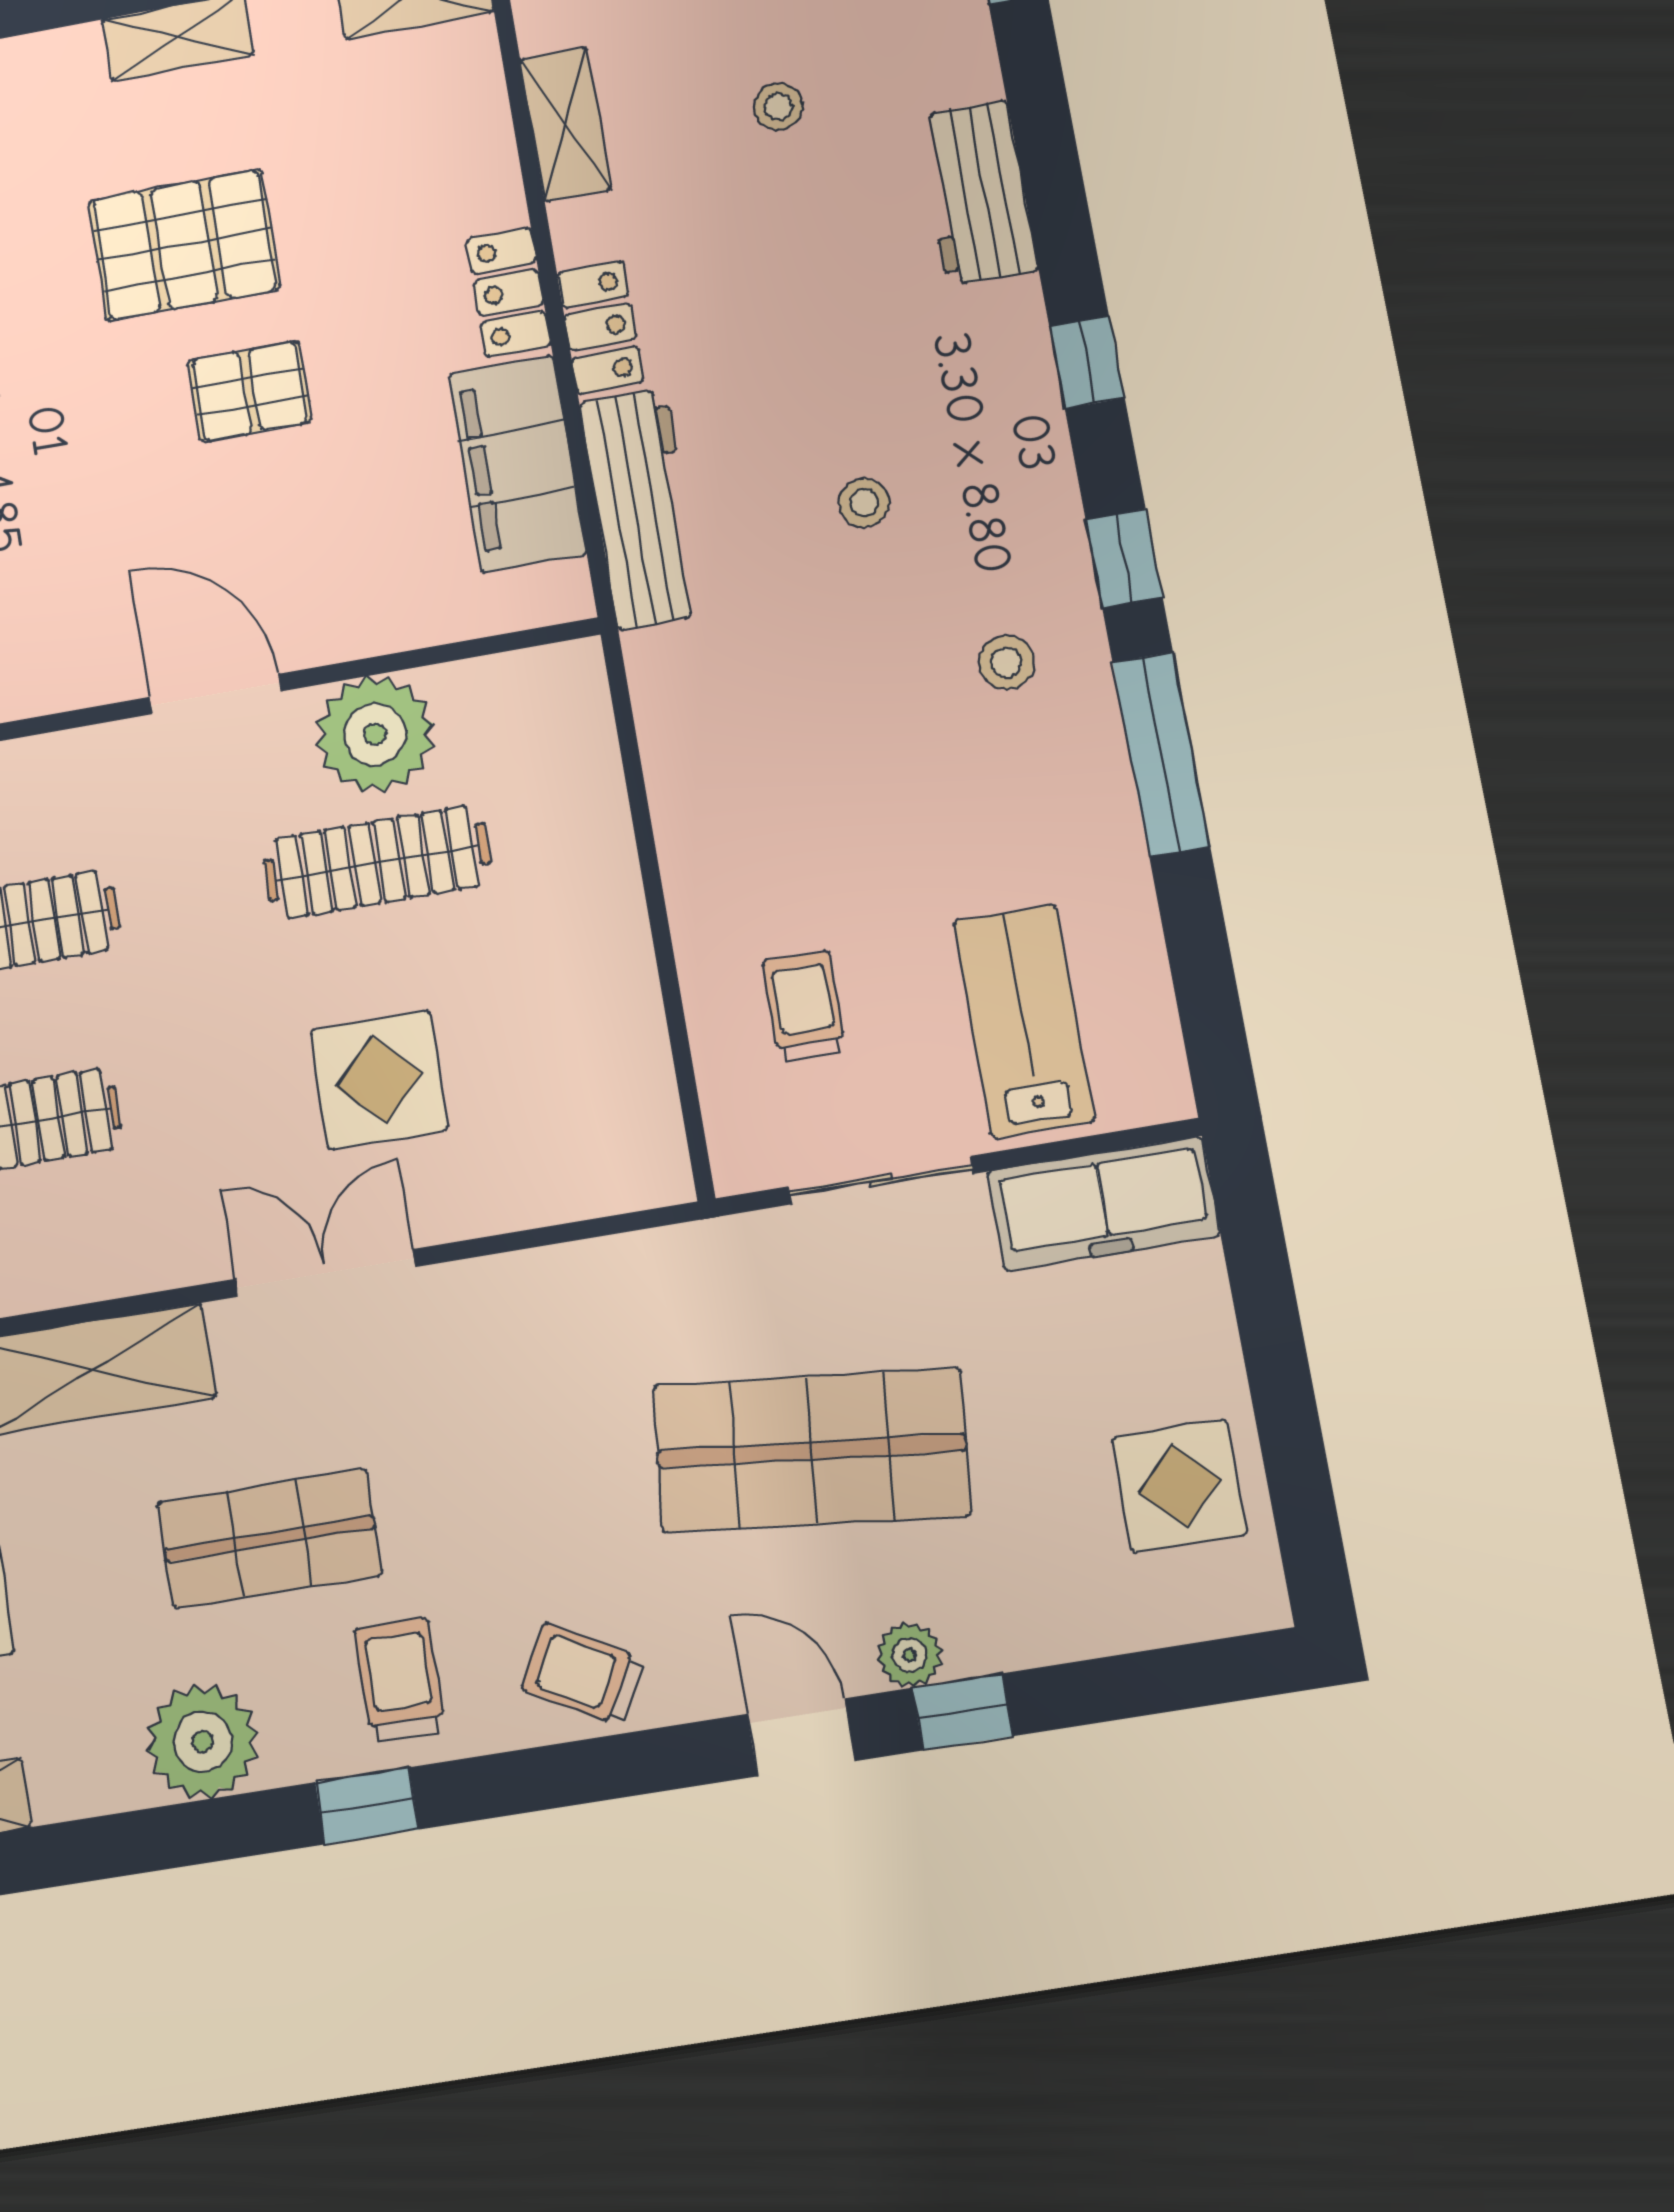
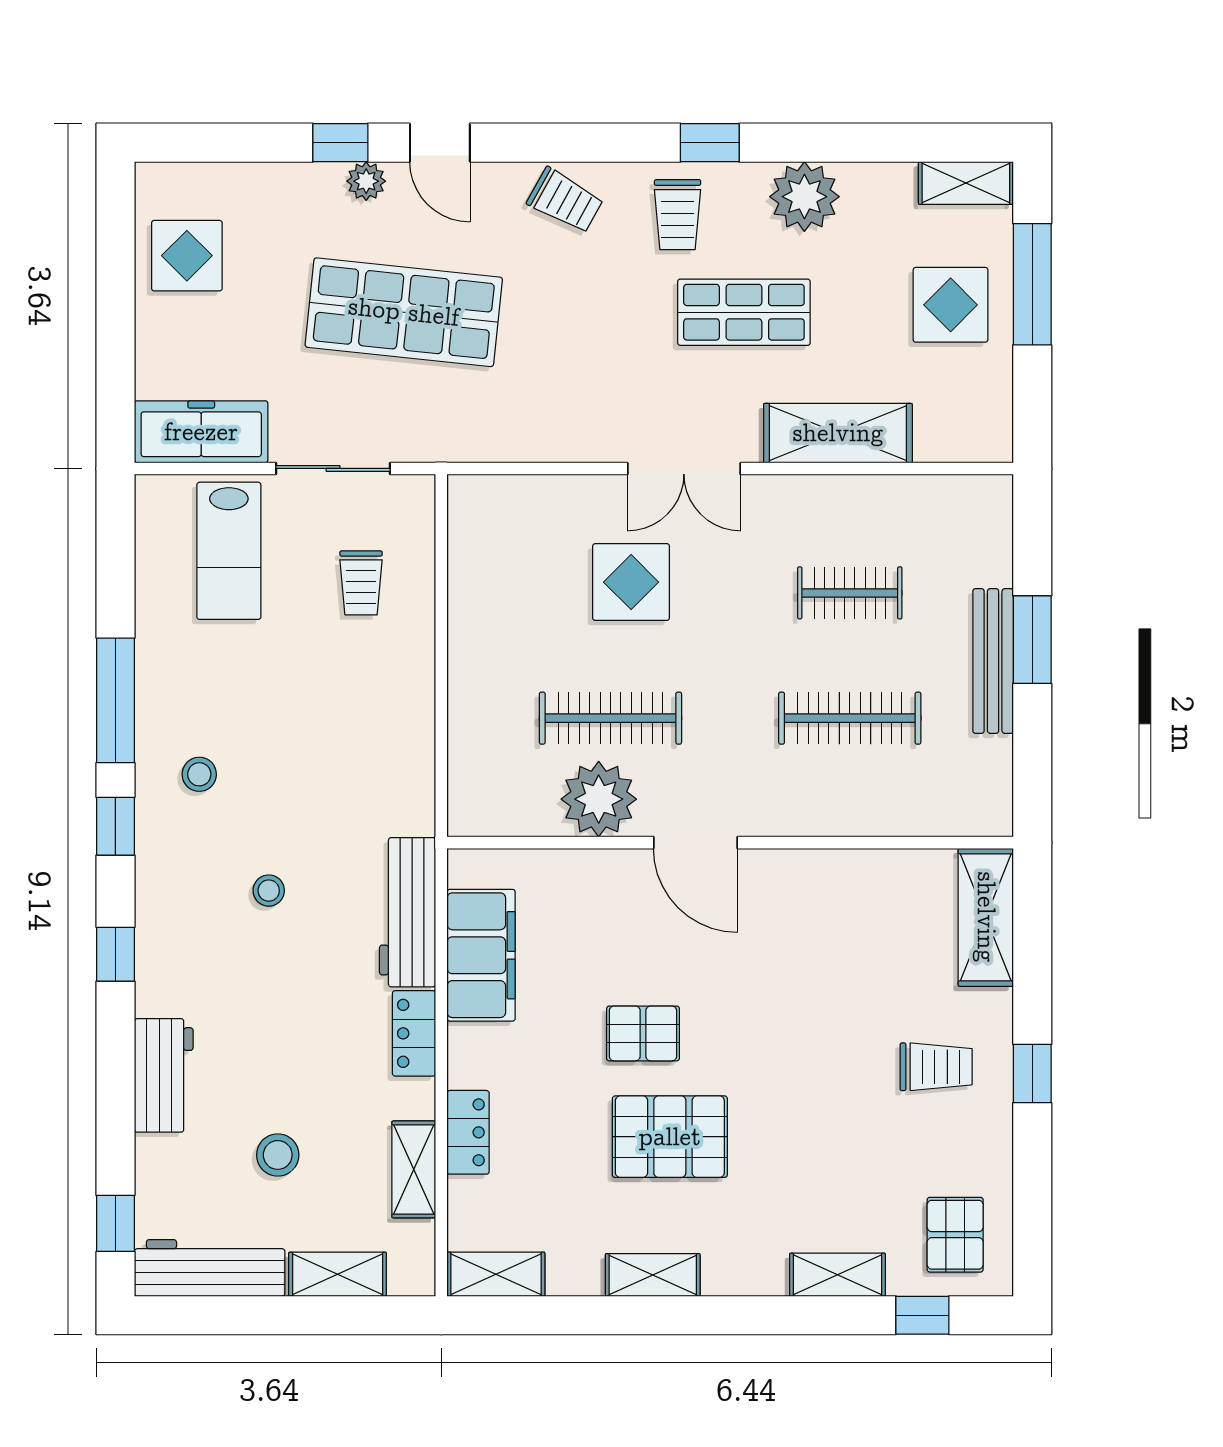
stool: (778, 107) -> (278, 1155), width x1.37, depth x1.37
locker: (509, 292) -> (468, 1132), moved

